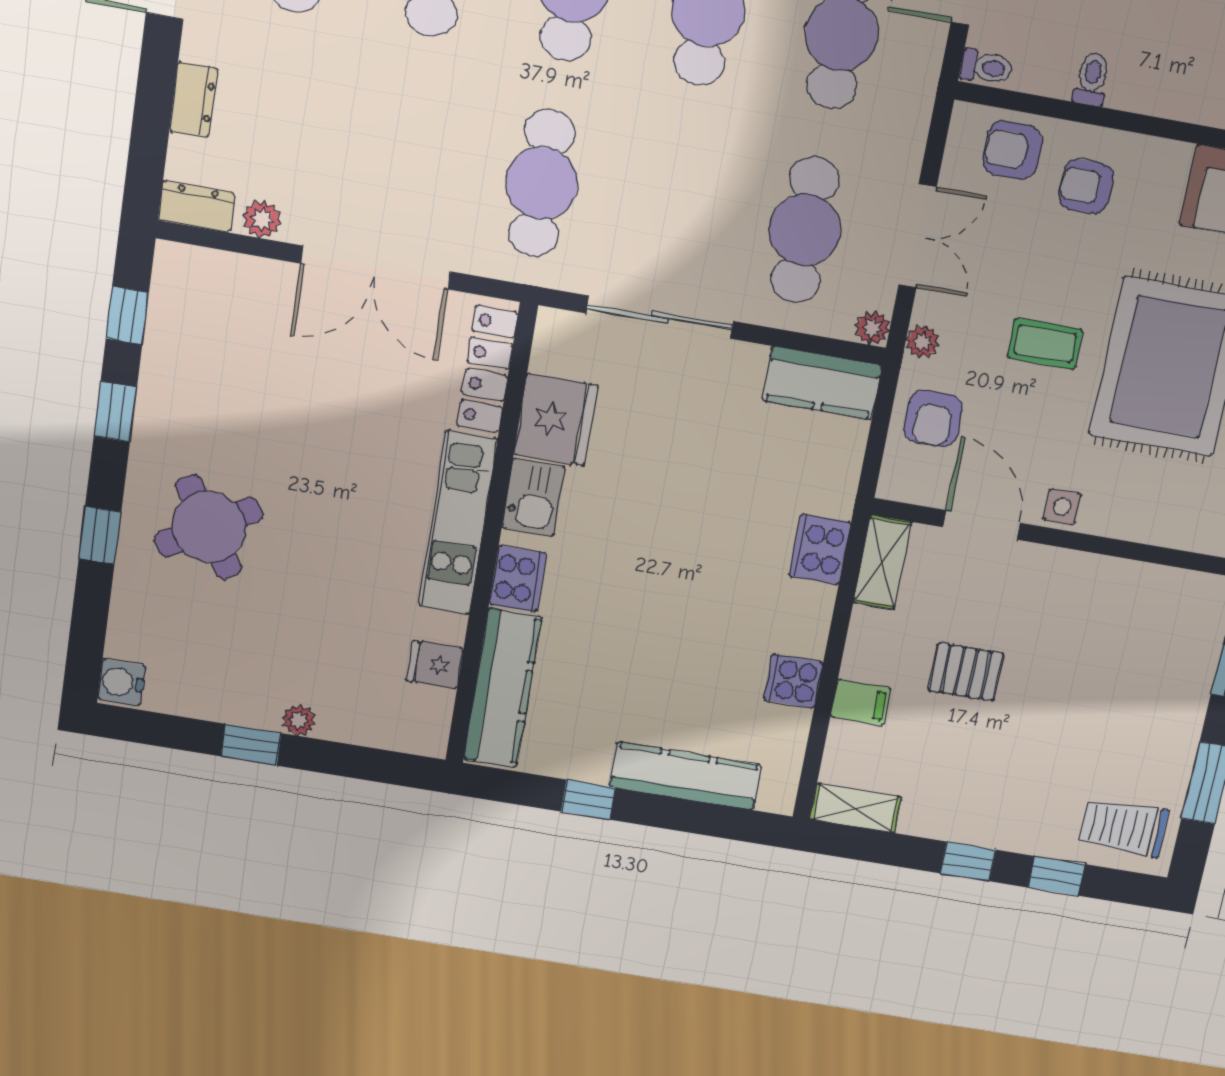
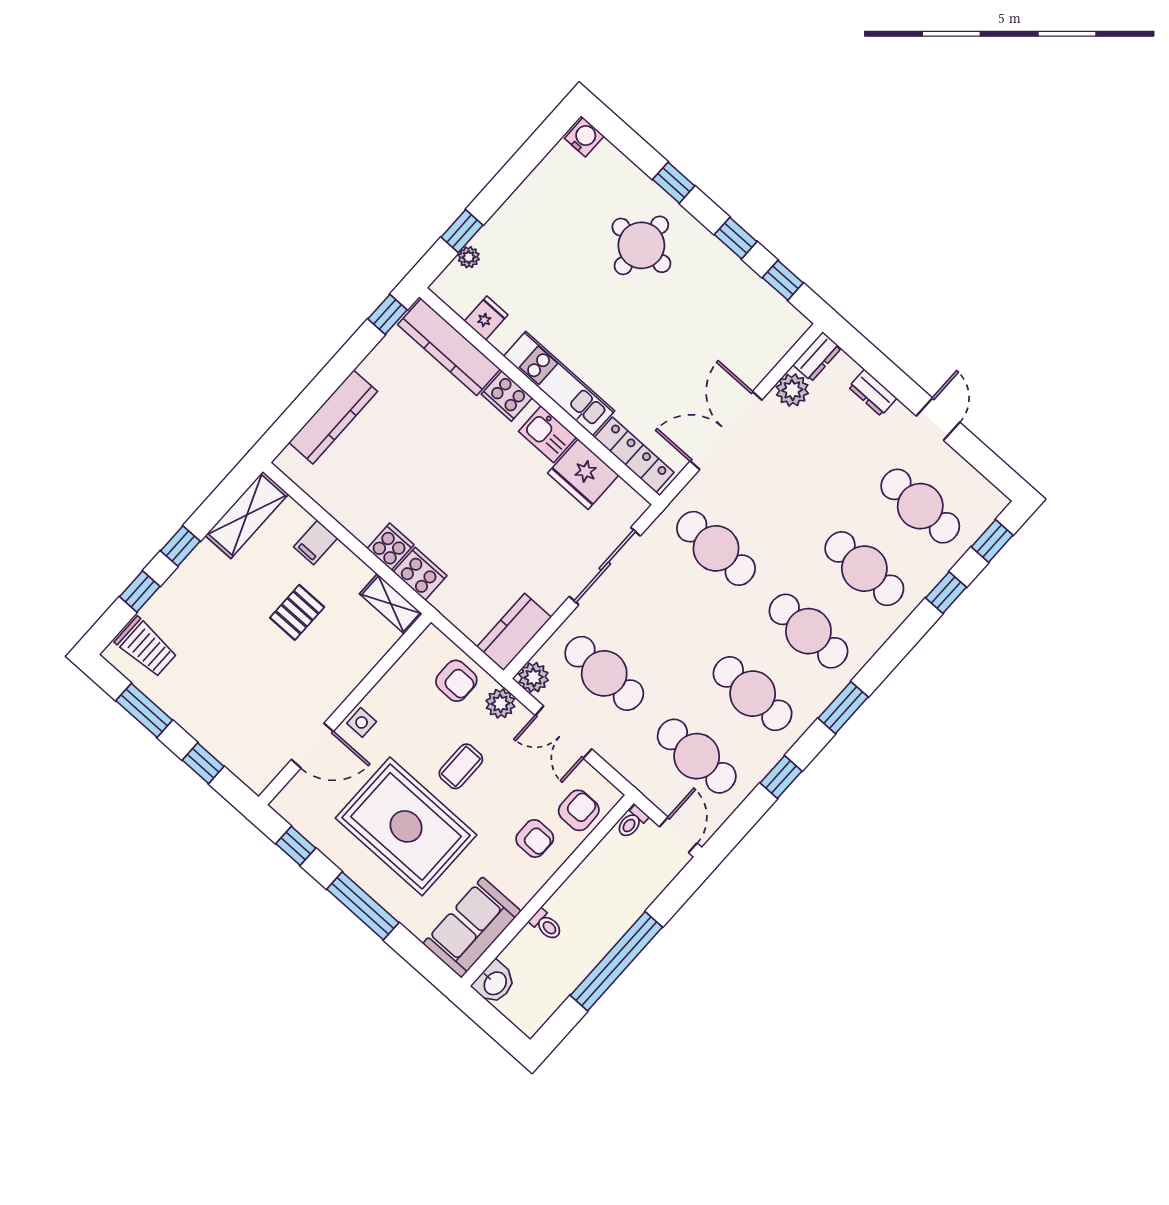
toilet: (1092, 79) -> (546, 925), moved
armchair: (1086, 186) -> (535, 838), turned 90
plant: (262, 219) -> (792, 390), width x1.38, depth x1.38
plant: (872, 328) -> (534, 677), width x1.38, depth x1.38
plant: (923, 342) -> (500, 703), width x1.38, depth x1.38
armchair: (933, 418) -> (456, 681), turned 180
door: (982, 525) -> (312, 746), moved
round table: (209, 527) -> (641, 245), turned 32
cooker: (793, 681) -> (390, 547), moved
plant: (299, 720) -> (469, 257), moved
window: (251, 745) -> (462, 231), moved
window: (588, 800) -> (387, 314), moved
shelving: (856, 808) -> (247, 515), width x1.50, depth x1.33
trolley: (1123, 828) -> (146, 647), turned 90

